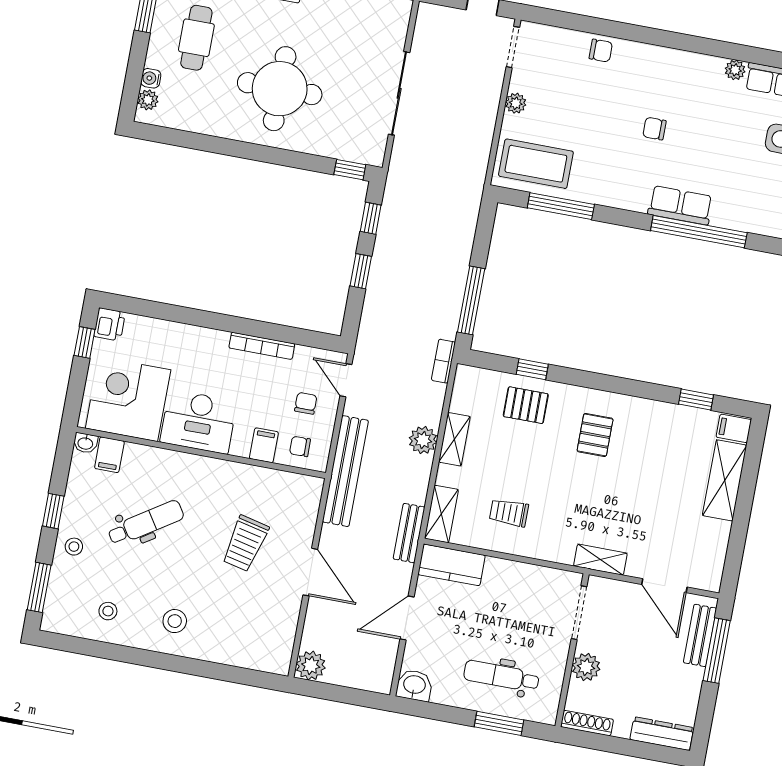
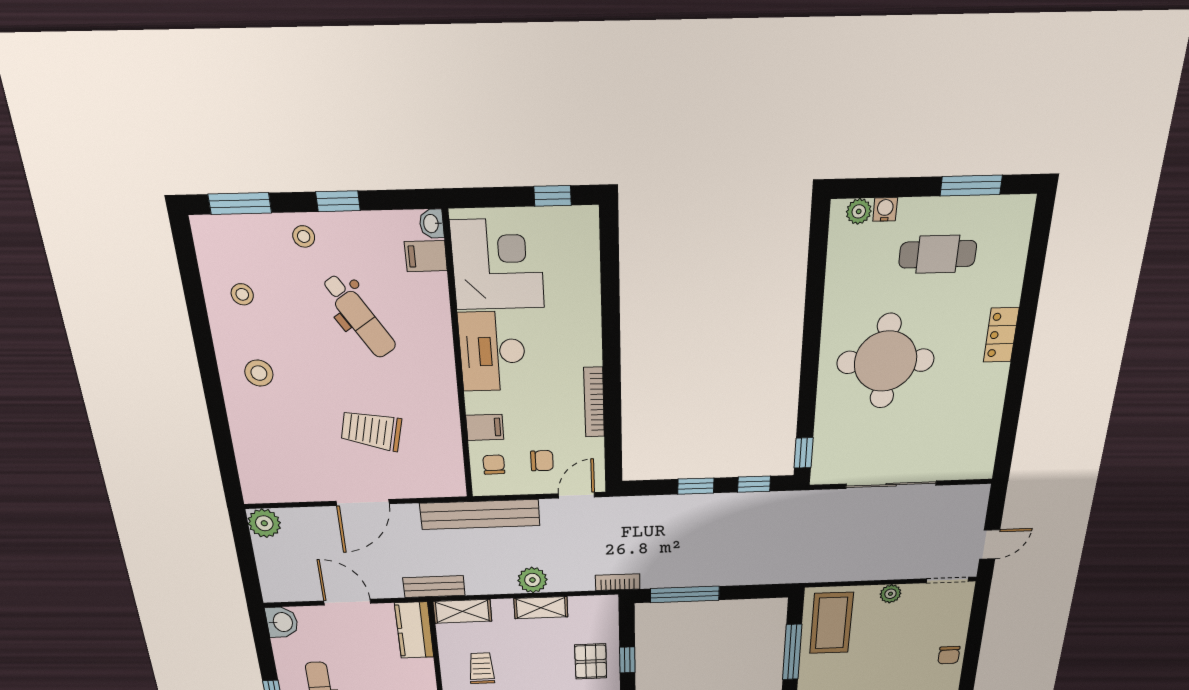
printer: (110, 324) -> (581, 222), removed

